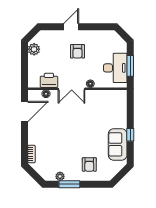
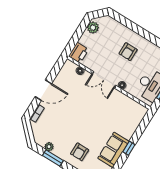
door: (71, 27) -> (135, 28), removed
printer: (49, 80) -> (79, 53), moved, turned 90
door: (25, 111) -> (43, 90), moved

